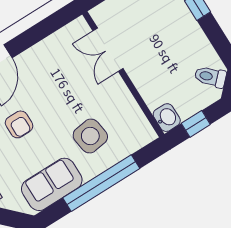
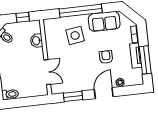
window: (43, 29) -> (73, 96), added
washbasin: (167, 118) -> (36, 41), moved

